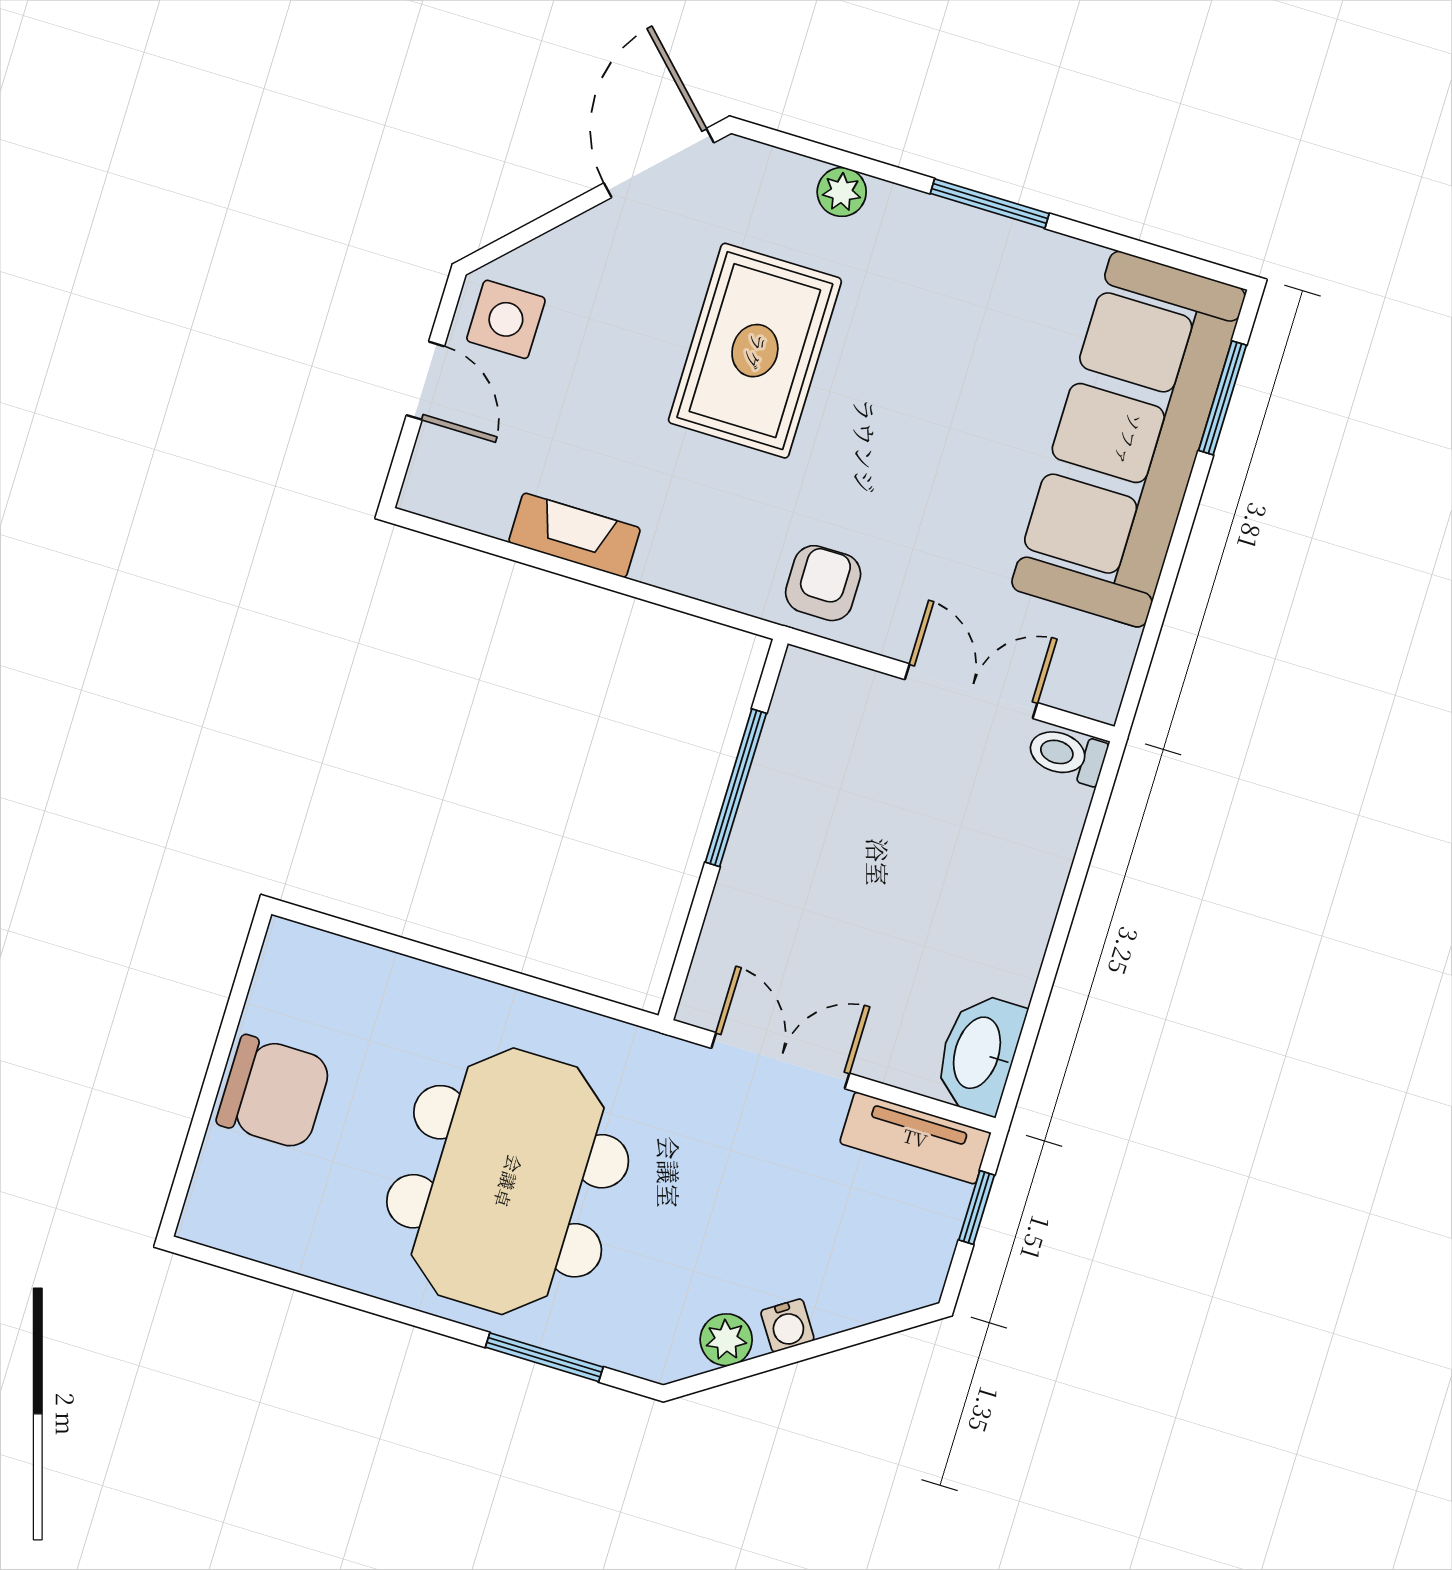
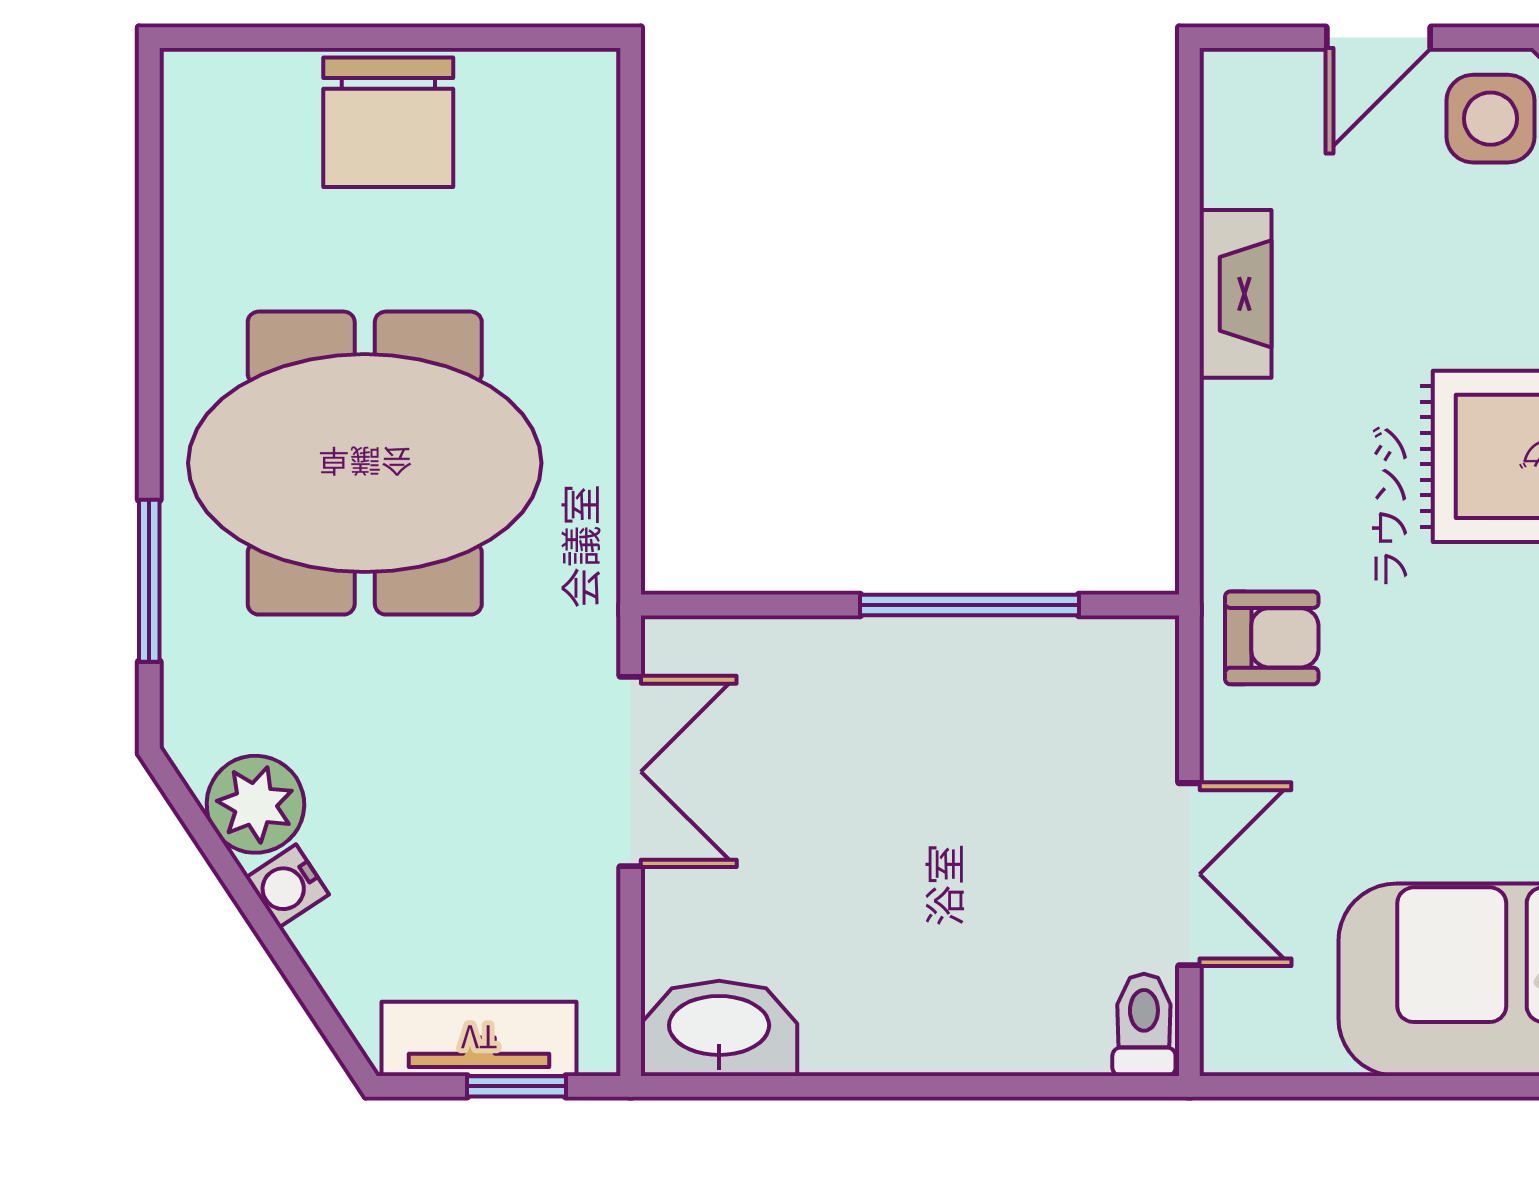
tv unit: (915, 1138) -> (479, 1039), moved, turned 90
plant: (726, 1340) -> (255, 804), width x1.38, depth x1.38

